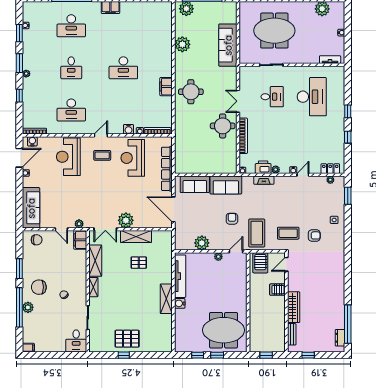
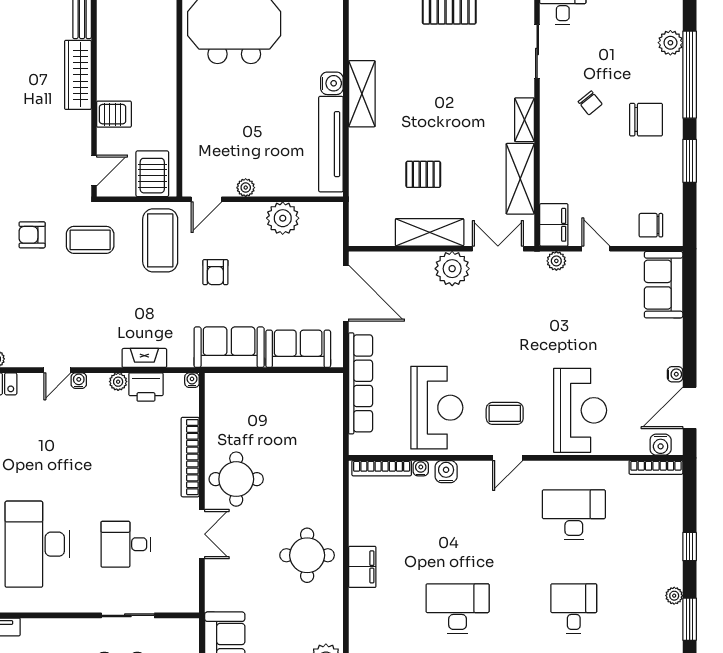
sofa: (31, 208) -> (664, 285), width x0.73
plant: (28, 307) -> (670, 43), moved

